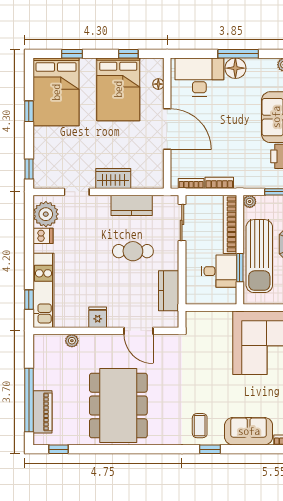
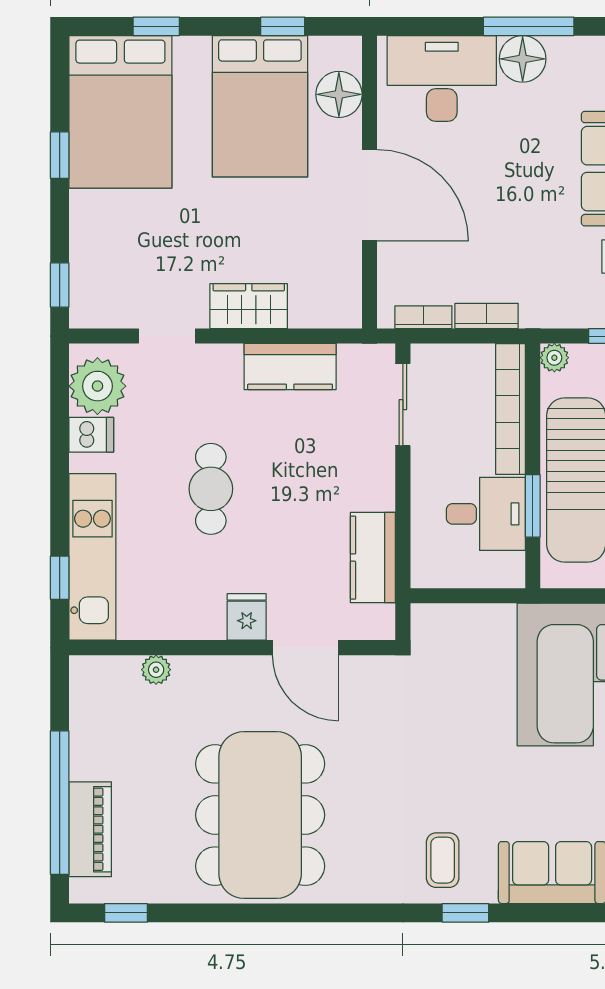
floor lamp: (158, 84) -> (339, 94), width x1.89, depth x1.89
cafe table: (133, 251) -> (211, 489), moved, turned 90
fridge: (98, 317) -> (247, 617), moved

